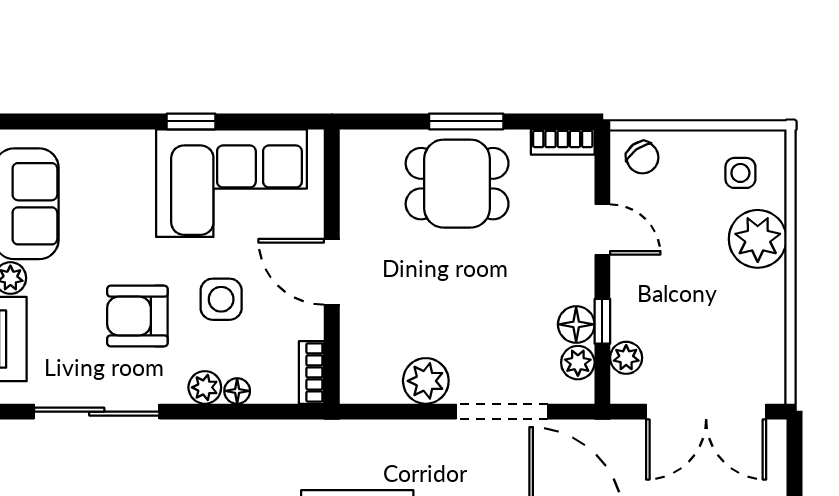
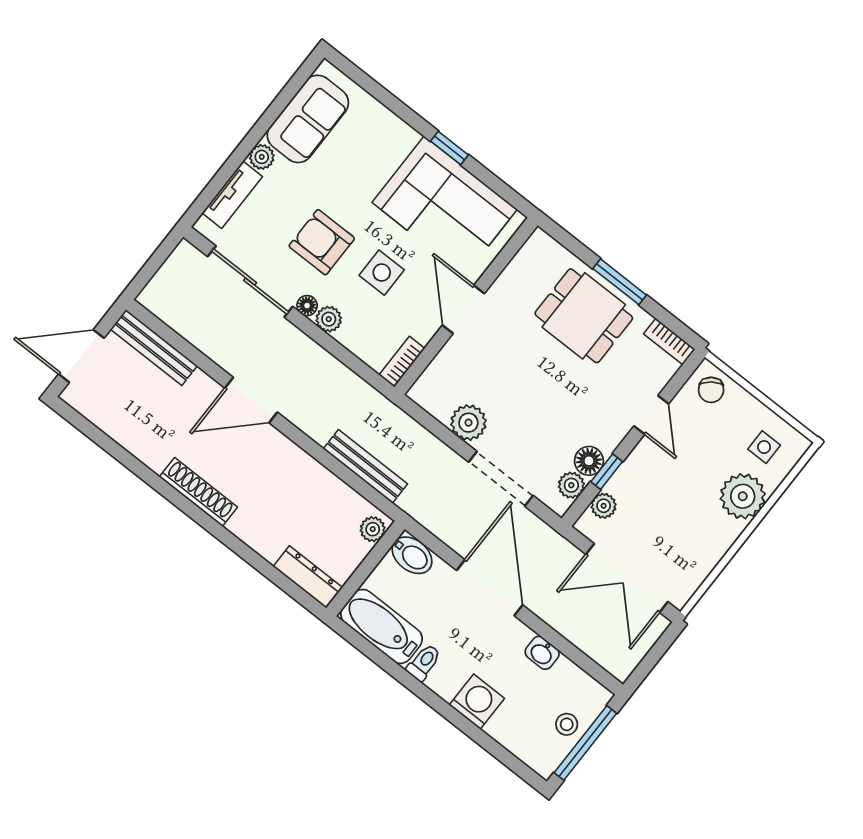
floor lamp: (237, 391) -> (307, 306), moved

